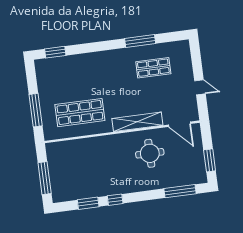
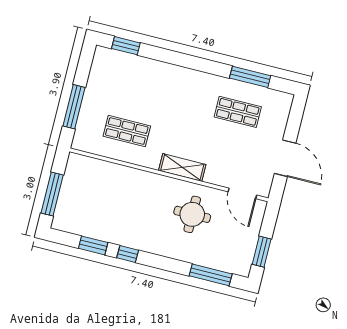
window: (140, 41) -> (250, 77), moved
door: (200, 87) -> (285, 158), width x1.88
shop shelf: (80, 113) -> (127, 131), width x0.70, depth x0.74
shelving: (137, 122) -> (182, 167), width x0.68

